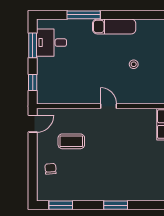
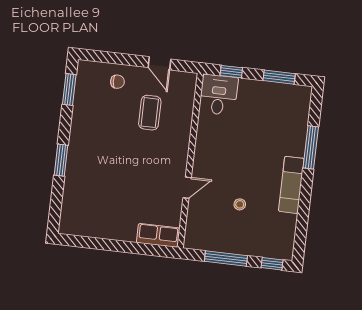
desk: (52, 43) -> (219, 95), moved
door: (108, 106) -> (187, 188), moved
door: (33, 124) -> (159, 63), moved

